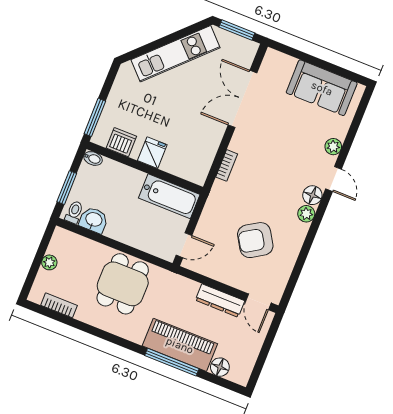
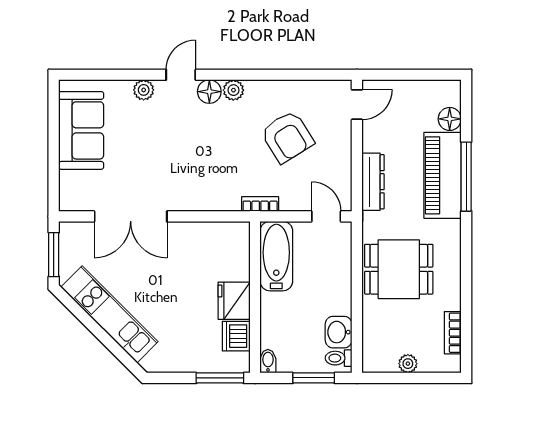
fridge: (152, 153) -> (234, 301), width x1.38
bookcase: (227, 165) -> (260, 204), moved
dresser: (220, 300) -> (373, 182), moved

